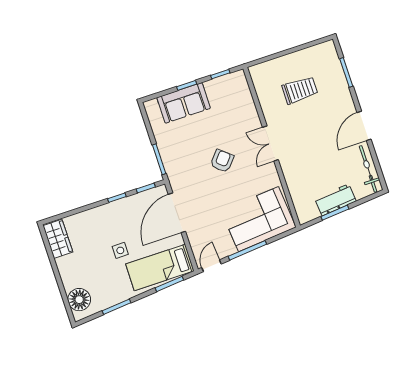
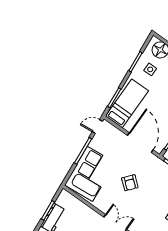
armchair: (222, 161) -> (130, 183), moved
side table: (120, 250) -> (150, 69), moved
door: (212, 266) -> (97, 126), swing flipped

